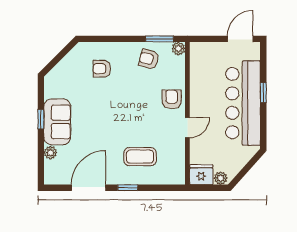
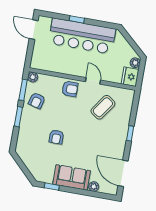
window: (124, 39) -> (18, 117), added
armchair: (102, 69) -> (56, 137), moved
armchair: (172, 99) -> (70, 89), turned 180
window: (41, 119) -> (52, 187), moved
coffee table: (140, 157) -> (103, 107), moved, turned 35
door: (89, 188) -> (123, 173), moved

